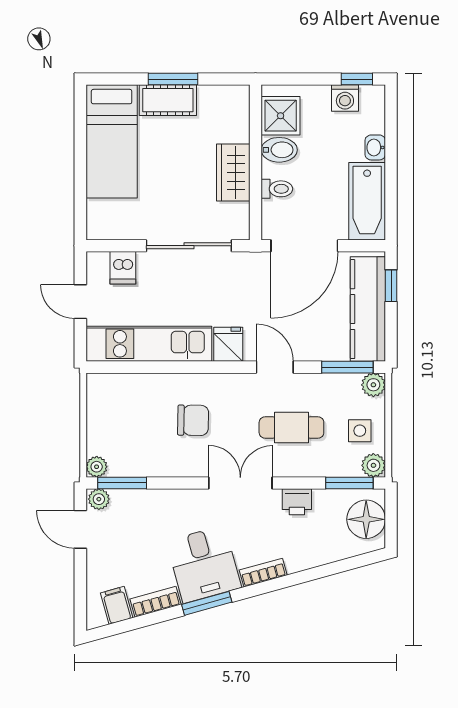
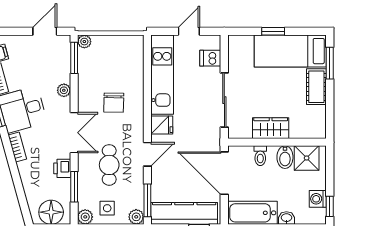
window: (173, 79) -> (330, 63), moved
window: (80, 169) -> (273, 31), added
window: (349, 483) -> (74, 187), moved
plant: (99, 499) -> (64, 90), moved

